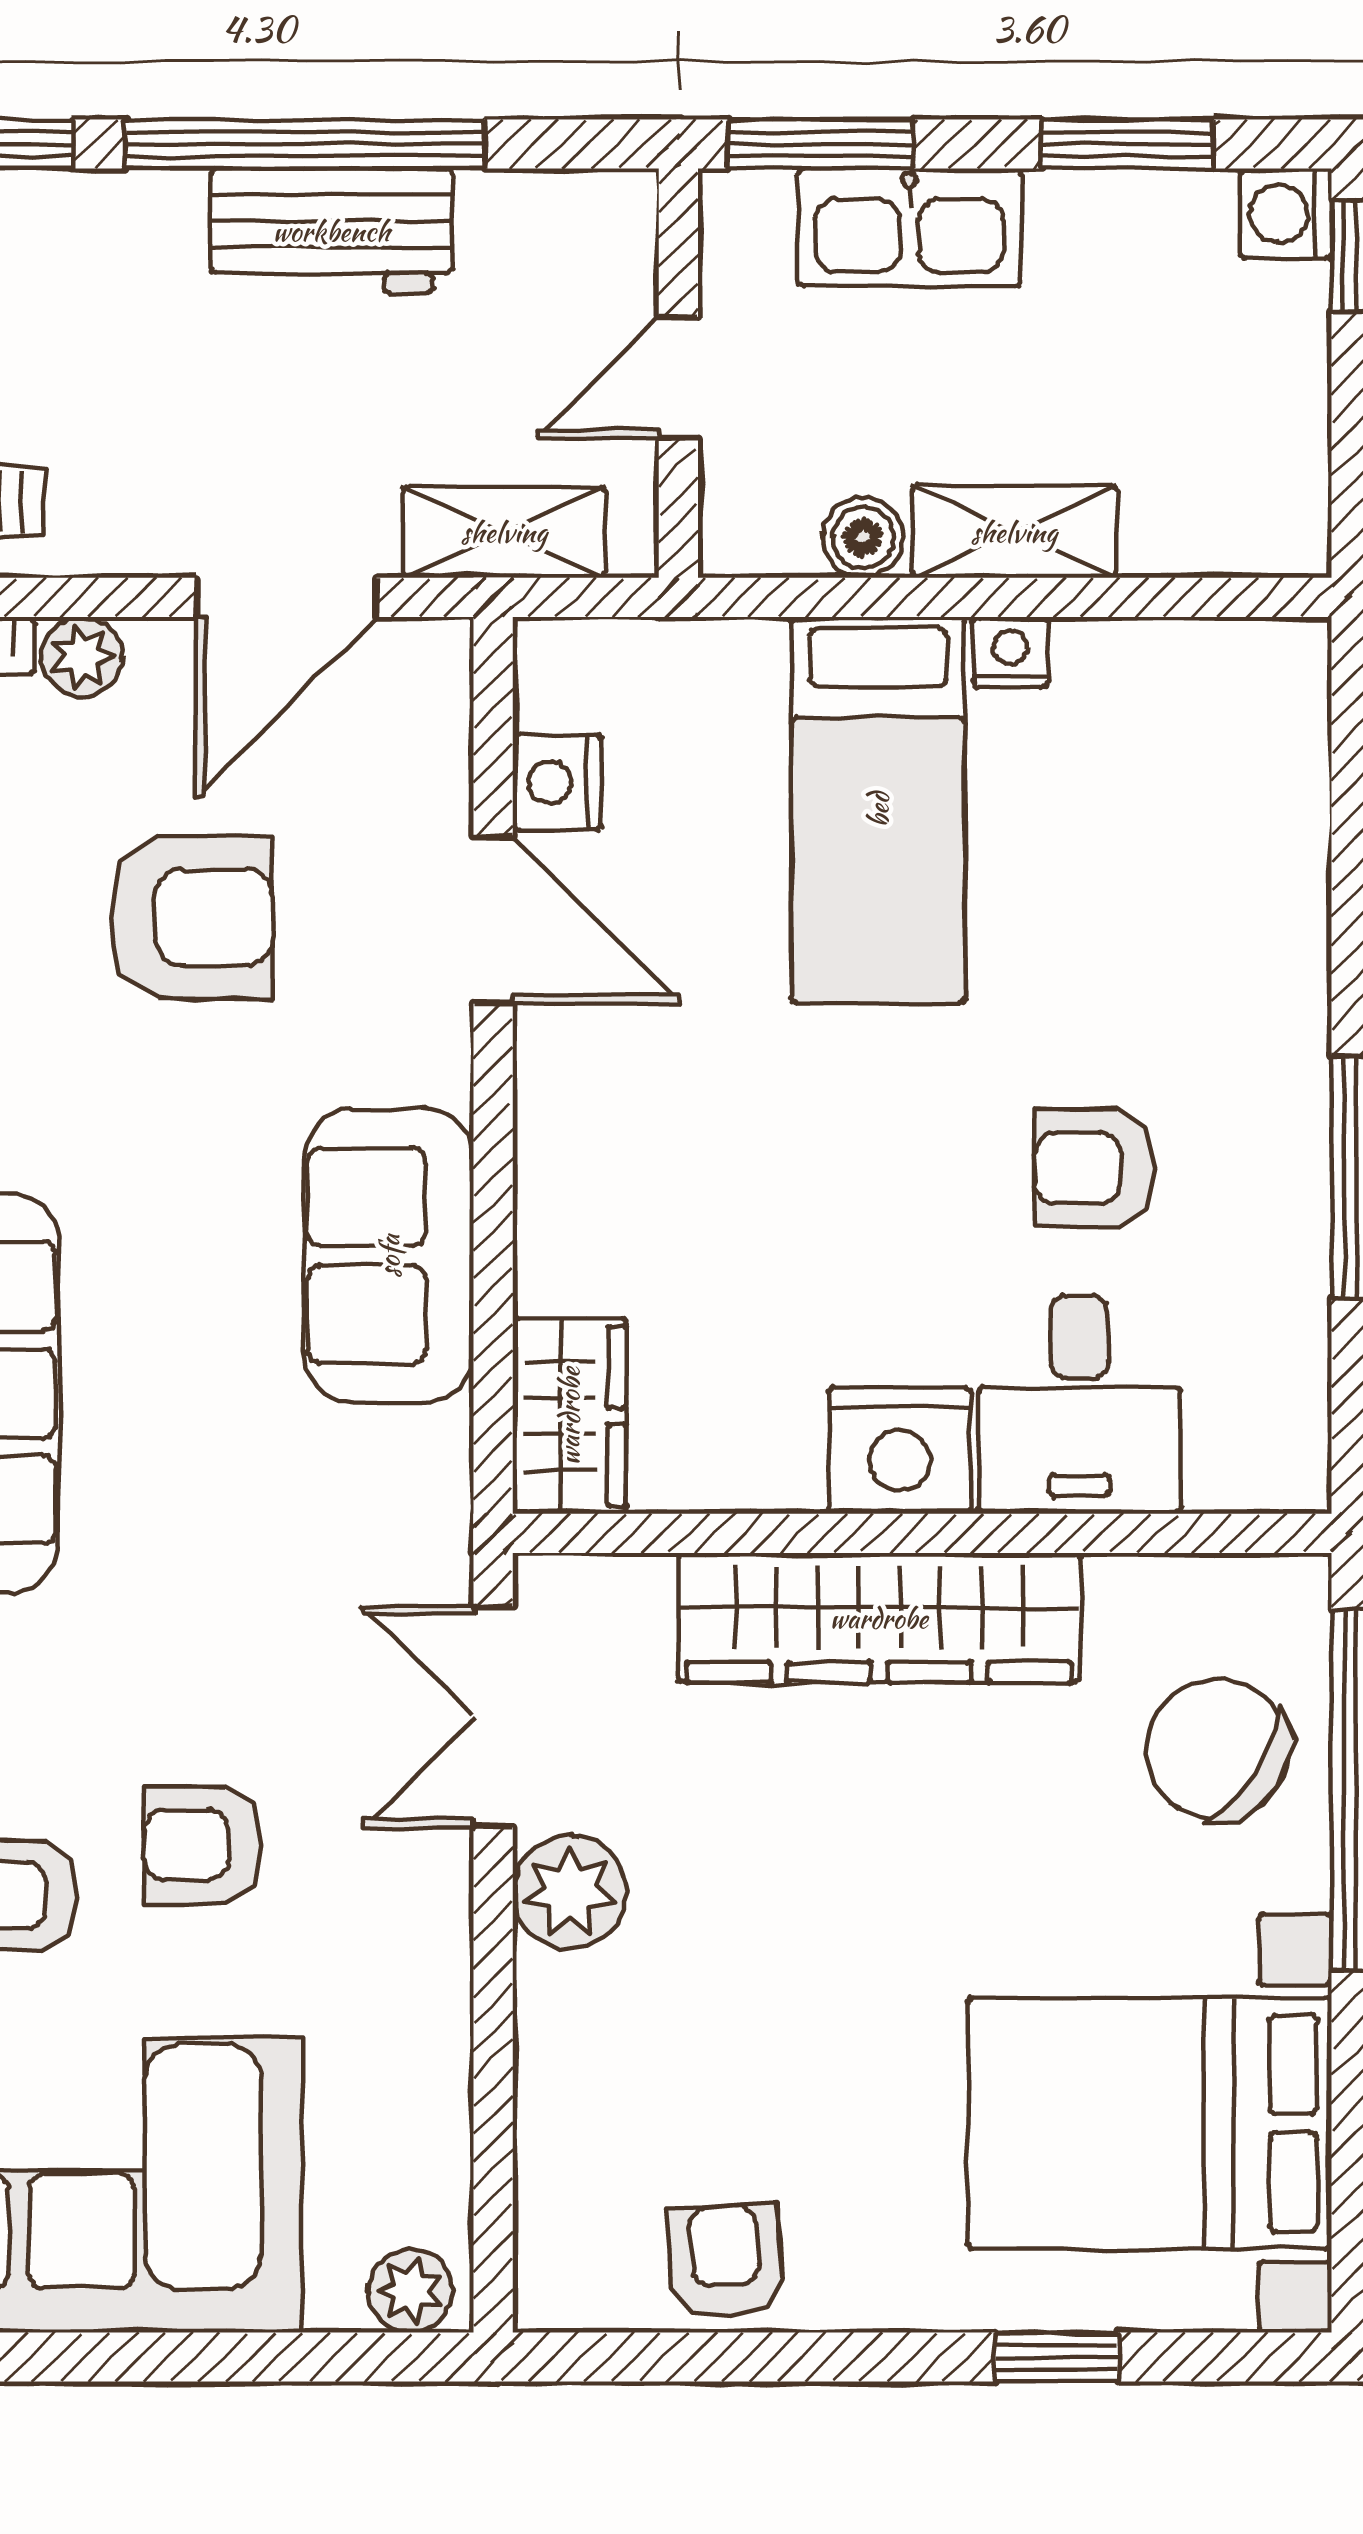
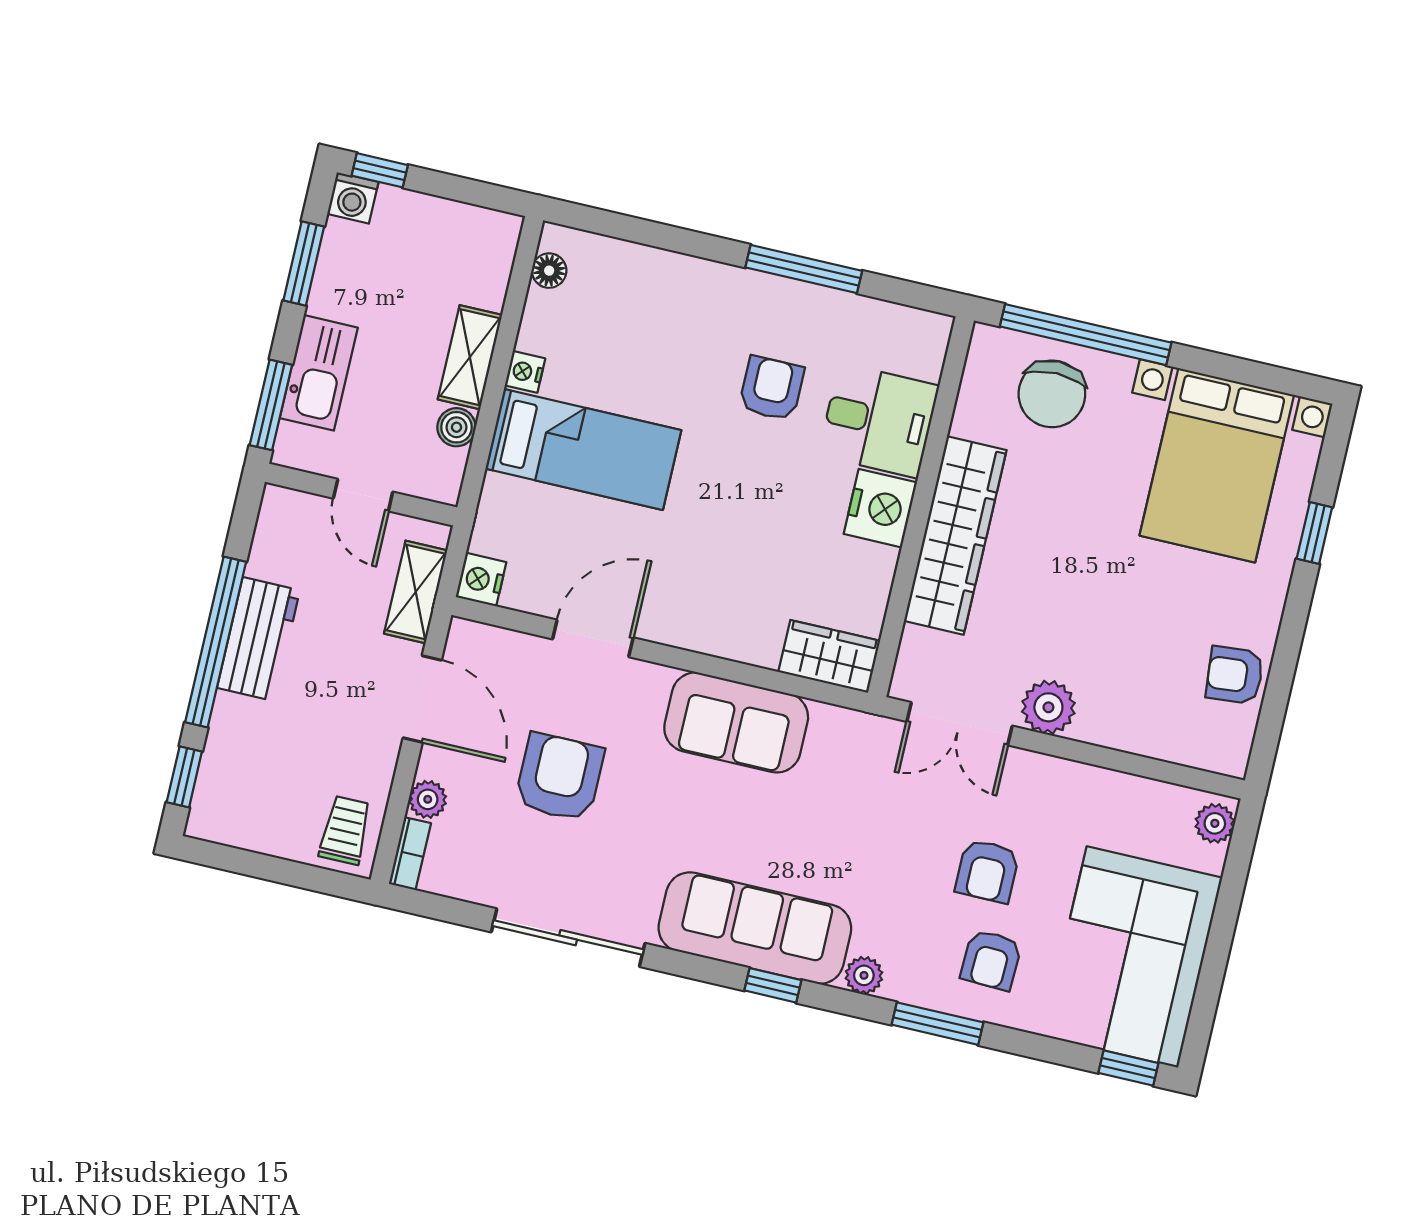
floor lamp: (1231, 653) -> (549, 271), added
nightstand: (557, 782) -> (481, 580), moved, turned 90
armchair: (1094, 1168) -> (772, 388), turned 180
chair: (1217, 1749) -> (1052, 394), turned -33

